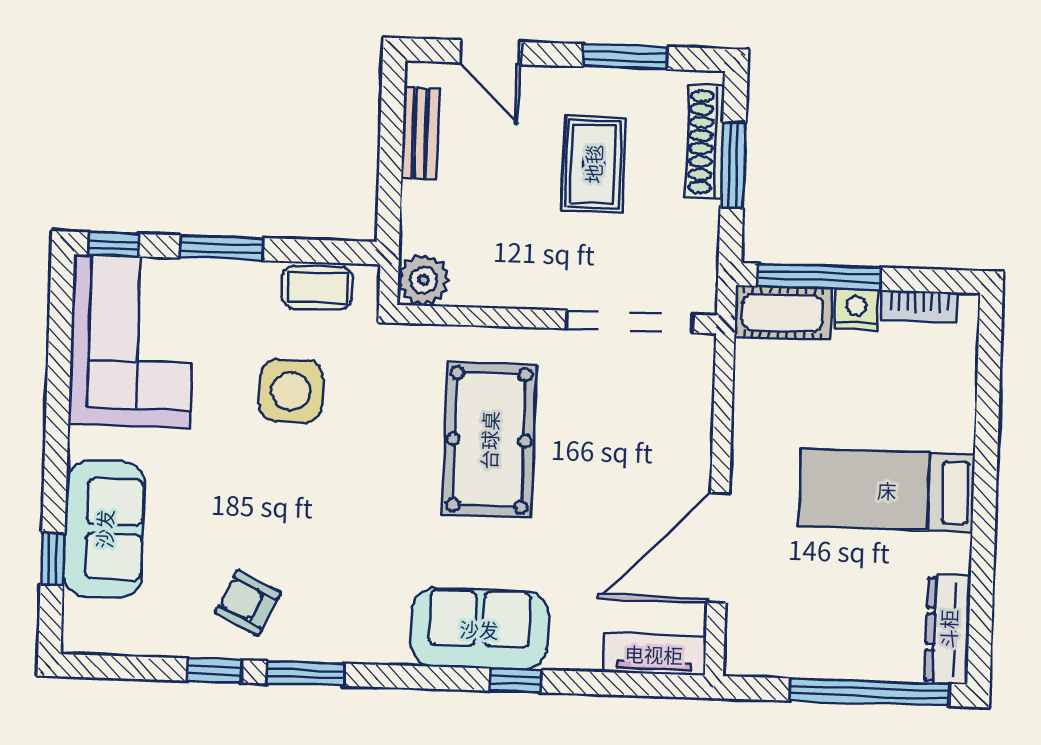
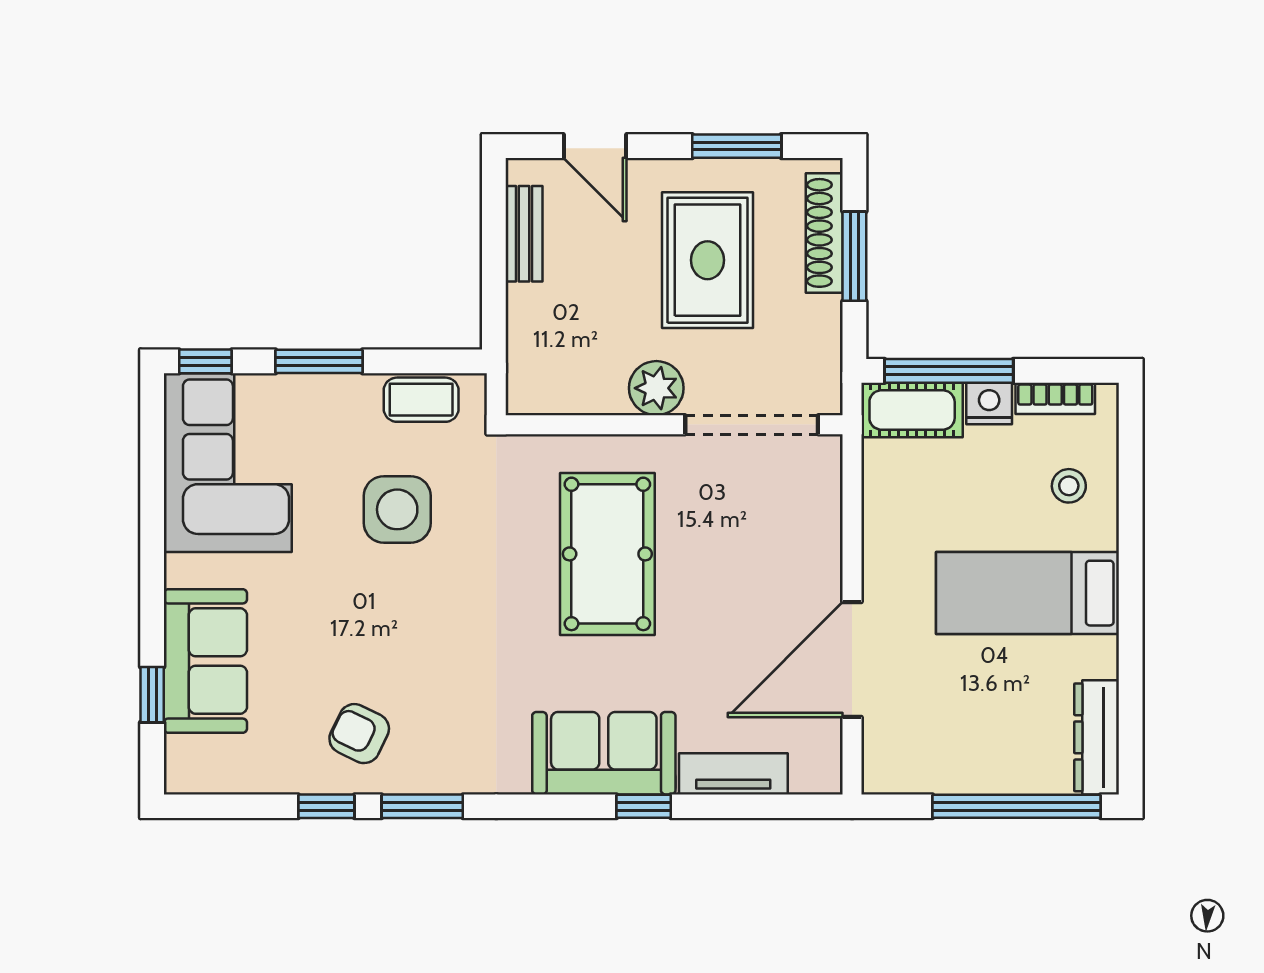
rug: (593, 164) -> (707, 260), width x1.36, depth x1.43
plant: (424, 280) -> (656, 388), moved
stool: (929, 390) -> (1069, 486), added
tv unit: (654, 654) -> (733, 774), moved

